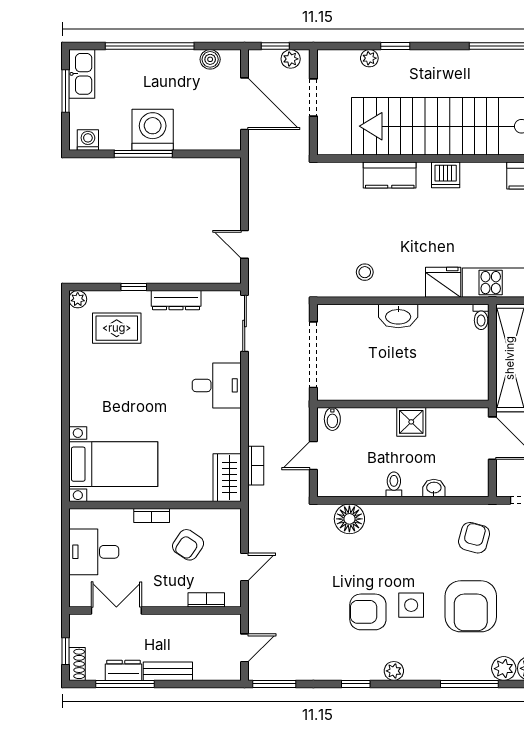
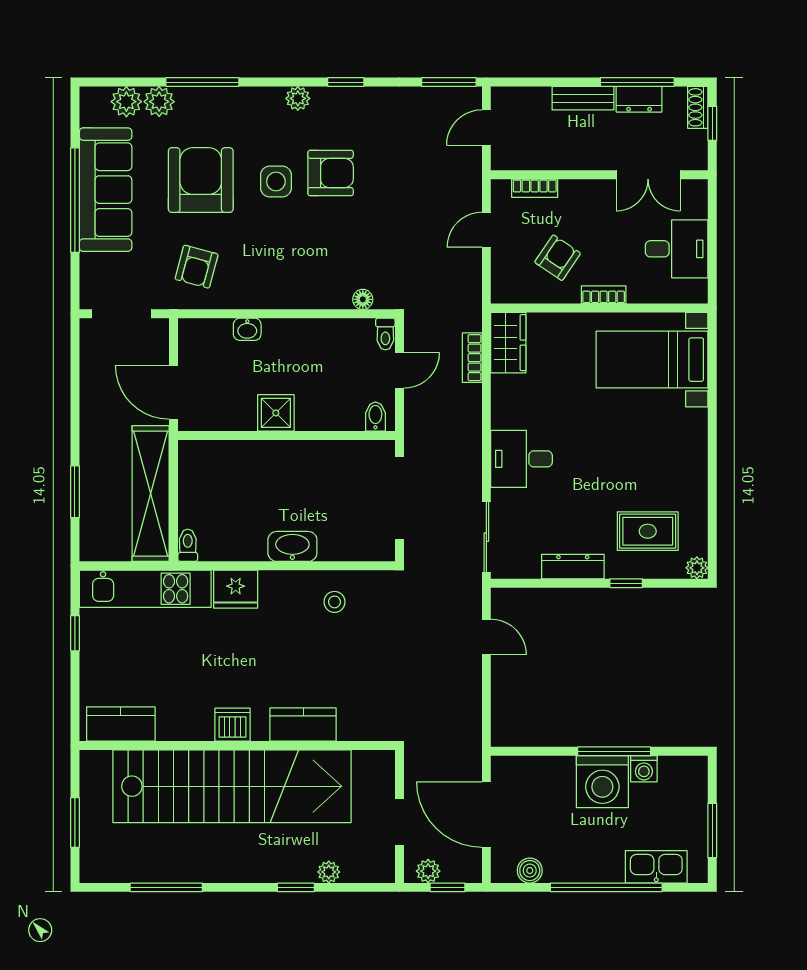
kitchen sink: (82, 74) -> (656, 867), moved, turned 90
washing machine: (88, 140) -> (644, 769), moved
toilet: (394, 484) -> (385, 334), moved
floor lamp: (349, 519) -> (363, 299), width x0.53, depth x0.53

